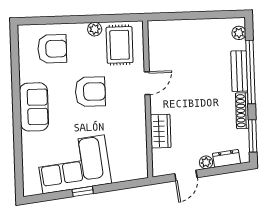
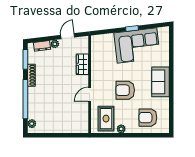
bench: (239, 71) -> (32, 100), removed

